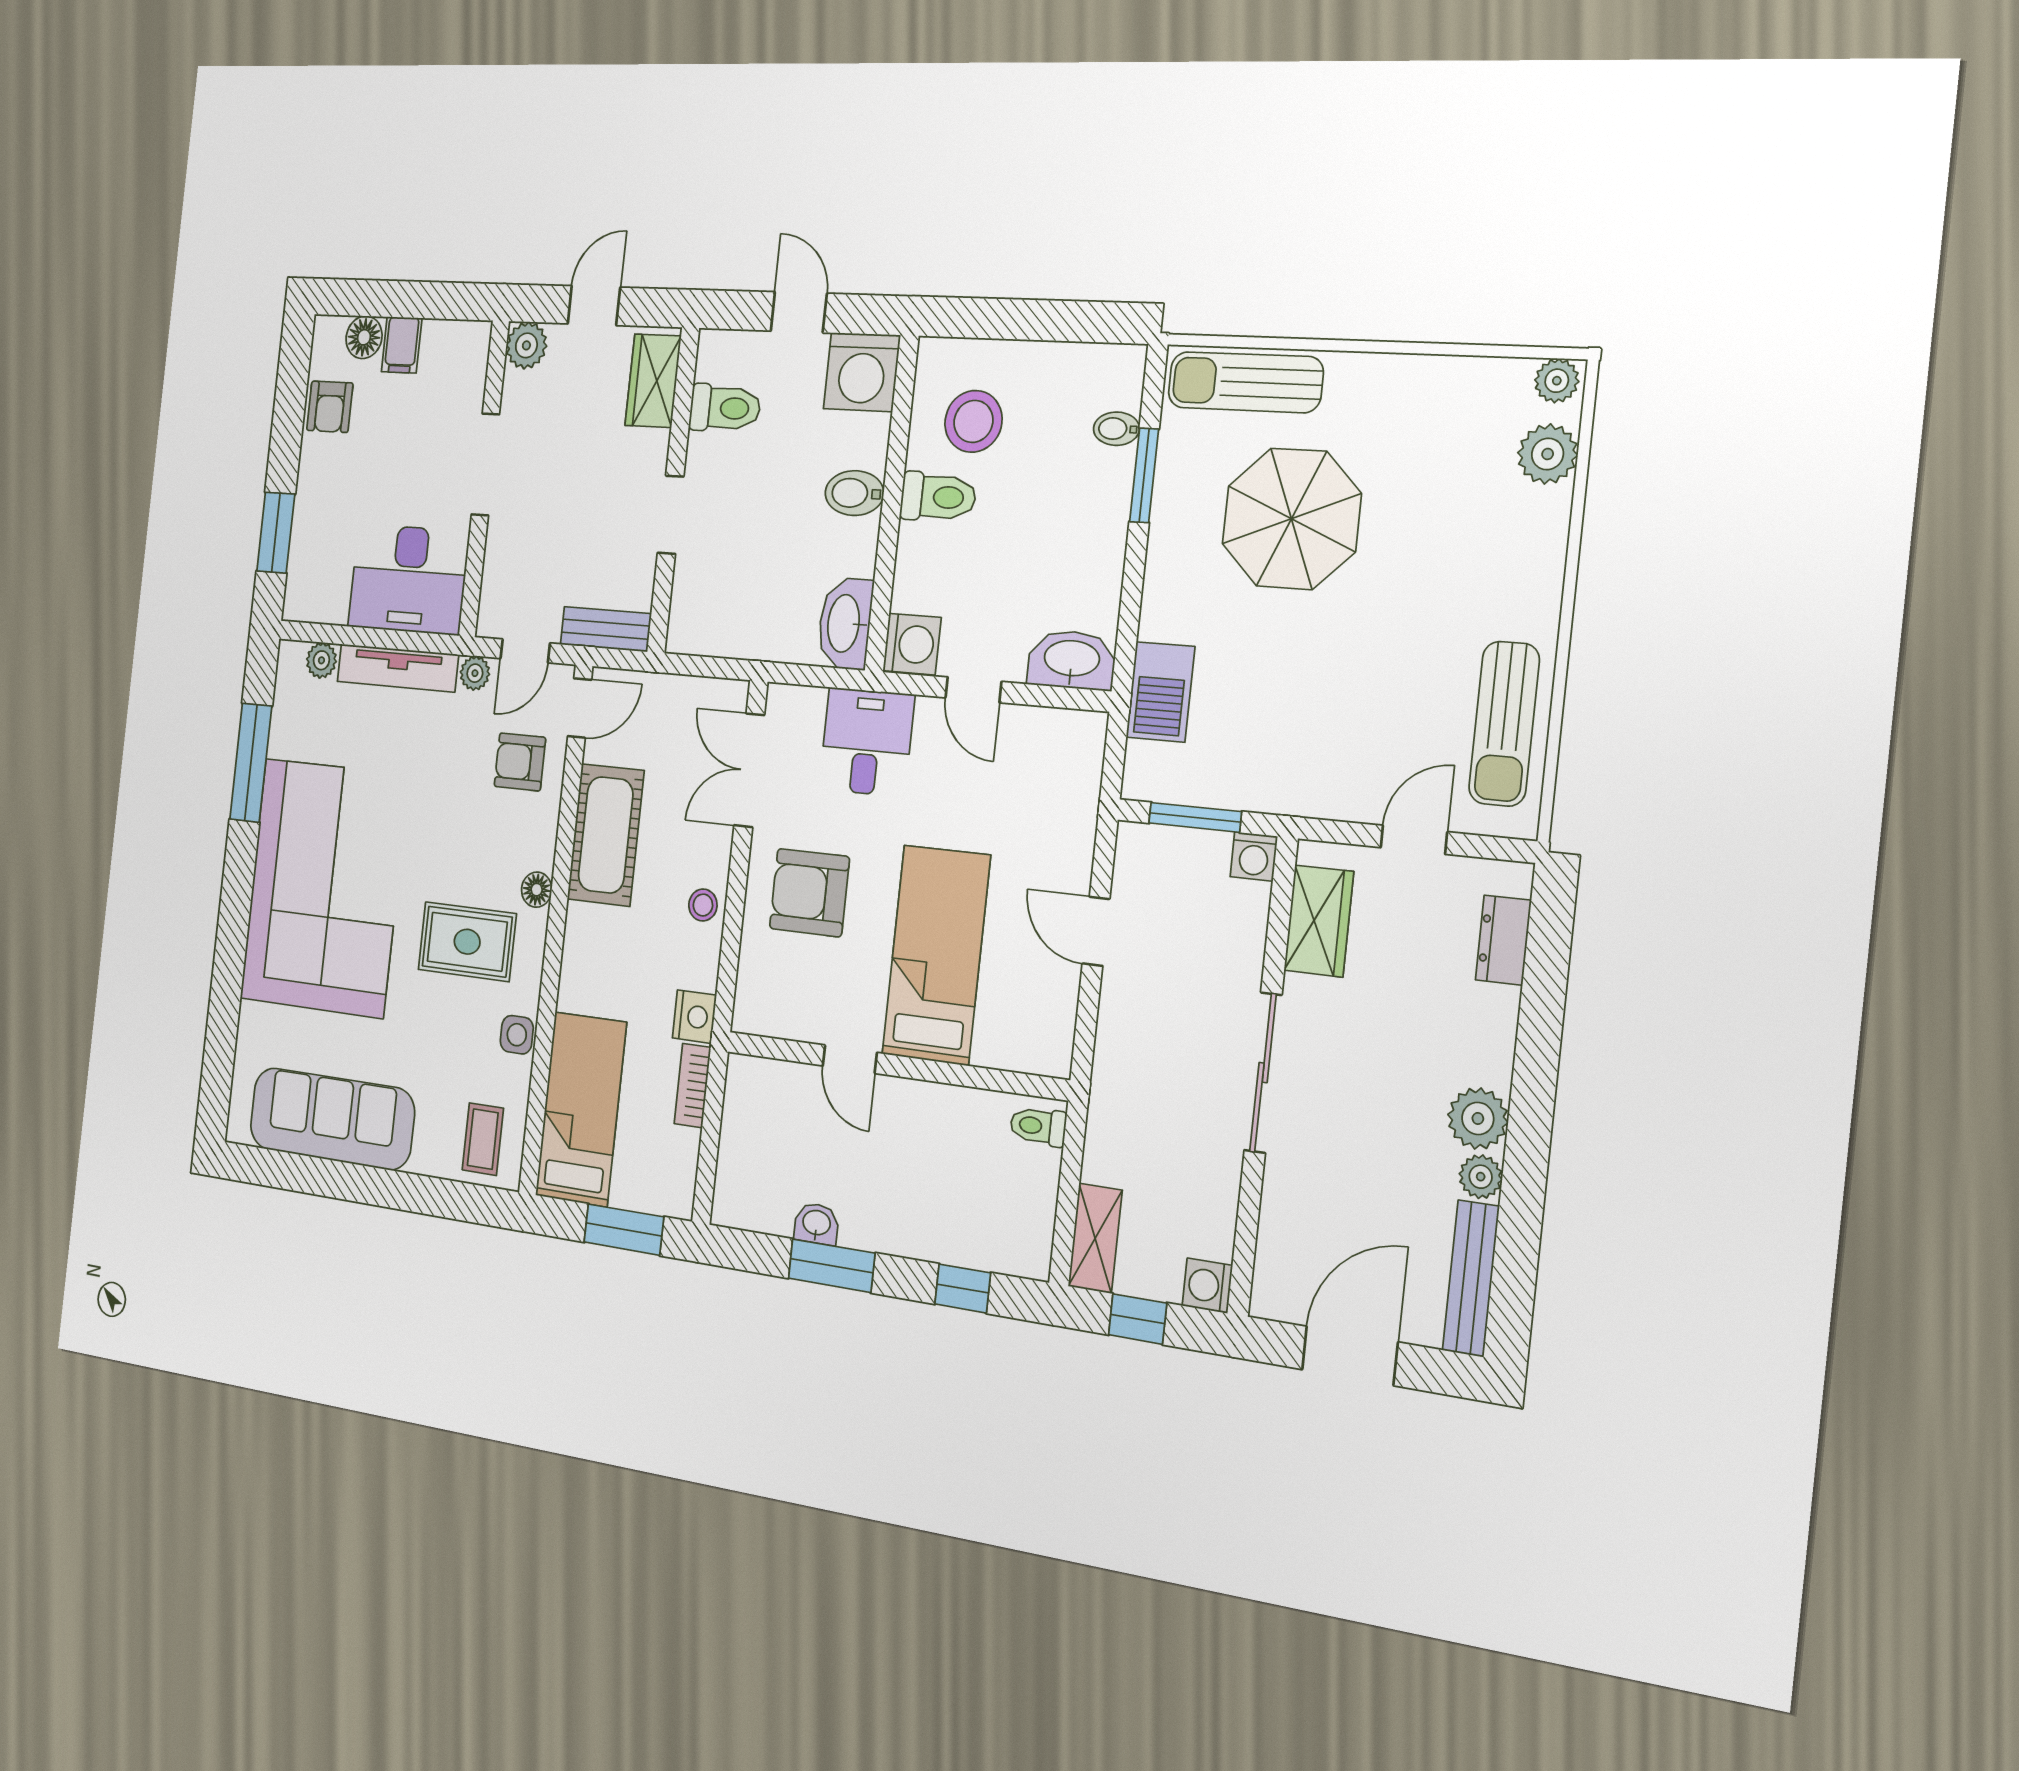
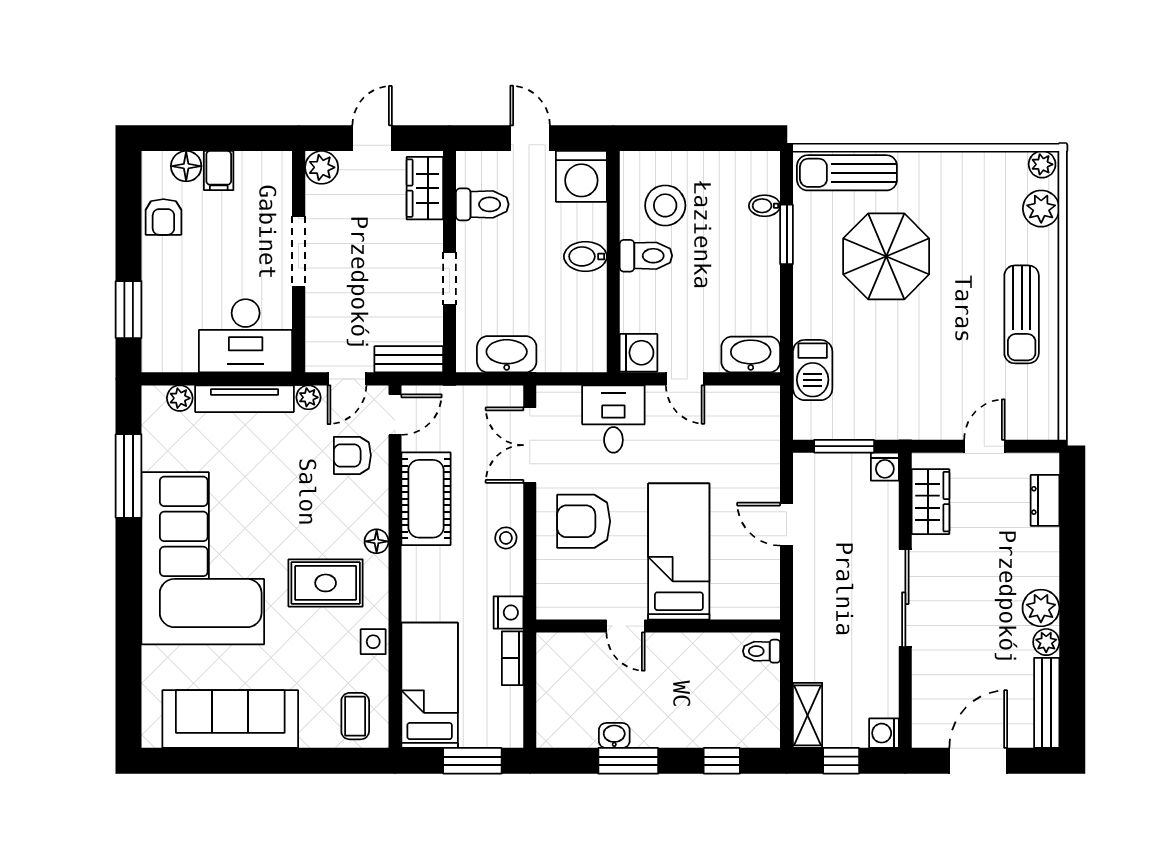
washbasin: (845, 623) -> (507, 354), moved, turned 90
sun lounger: (1504, 724) -> (1022, 314), moved

